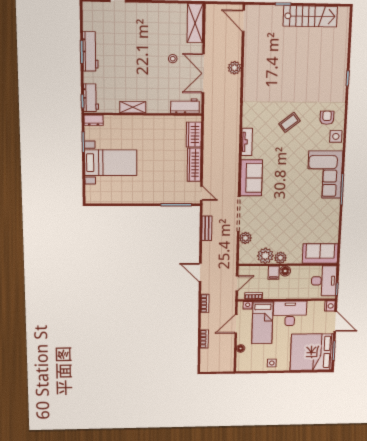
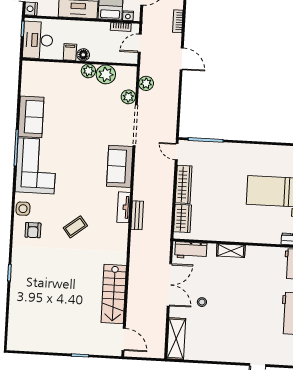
stairs: (310, 16) -> (114, 294), moved, turned -90
plant: (235, 68) -> (146, 83), moved
shelving: (133, 107) -> (231, 251), moved
bench: (207, 228) -> (137, 215), moved
sofa: (320, 254) -> (31, 117), moved, turned -90
filing cabinet: (274, 273) -> (70, 52), moved

